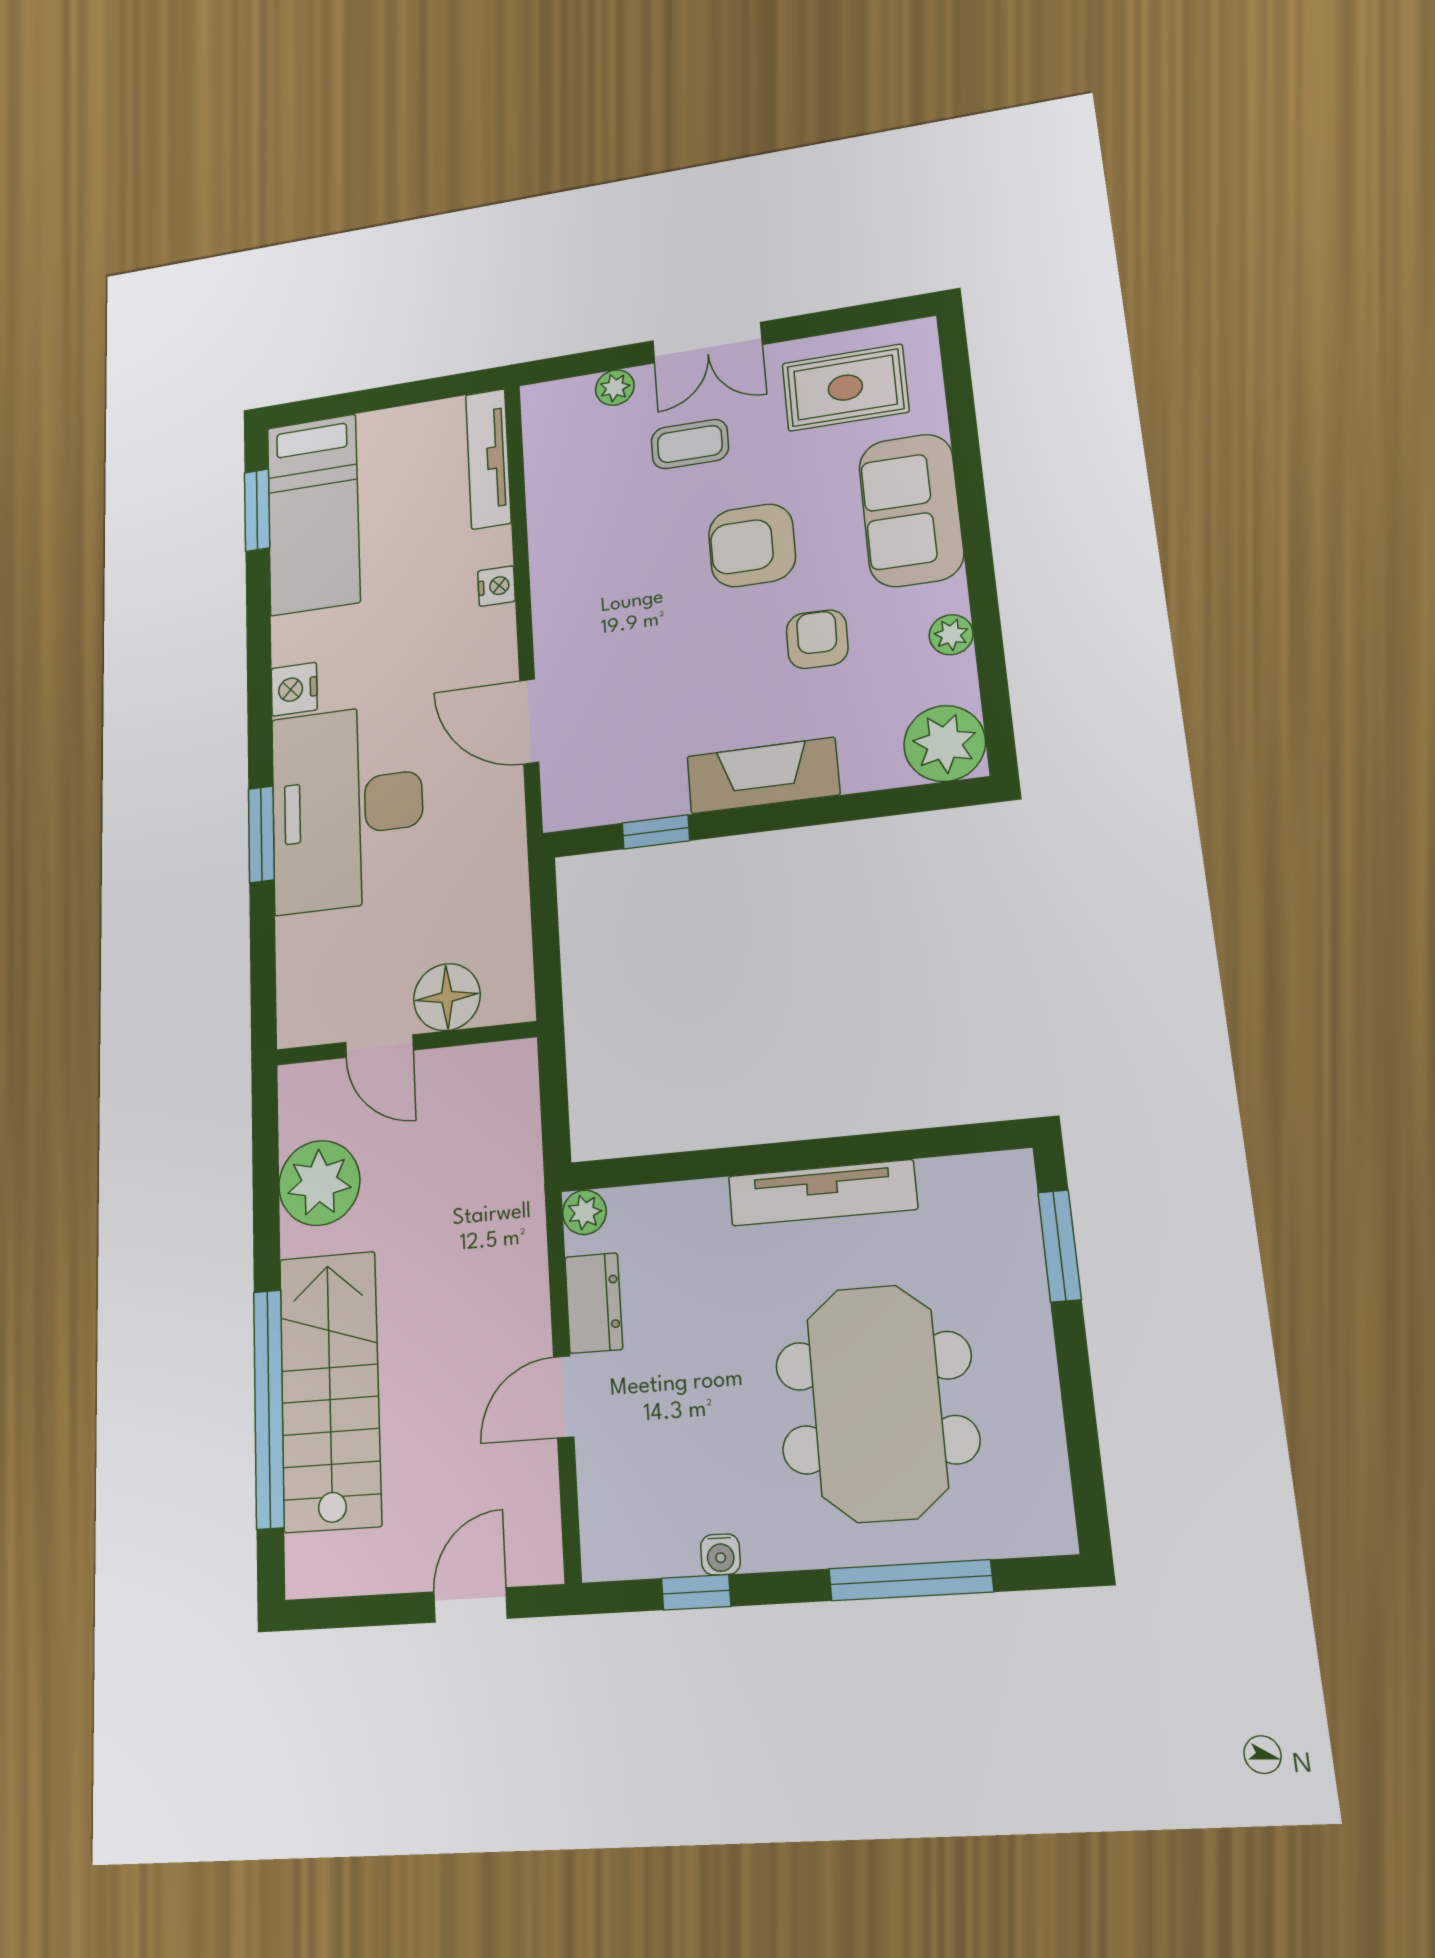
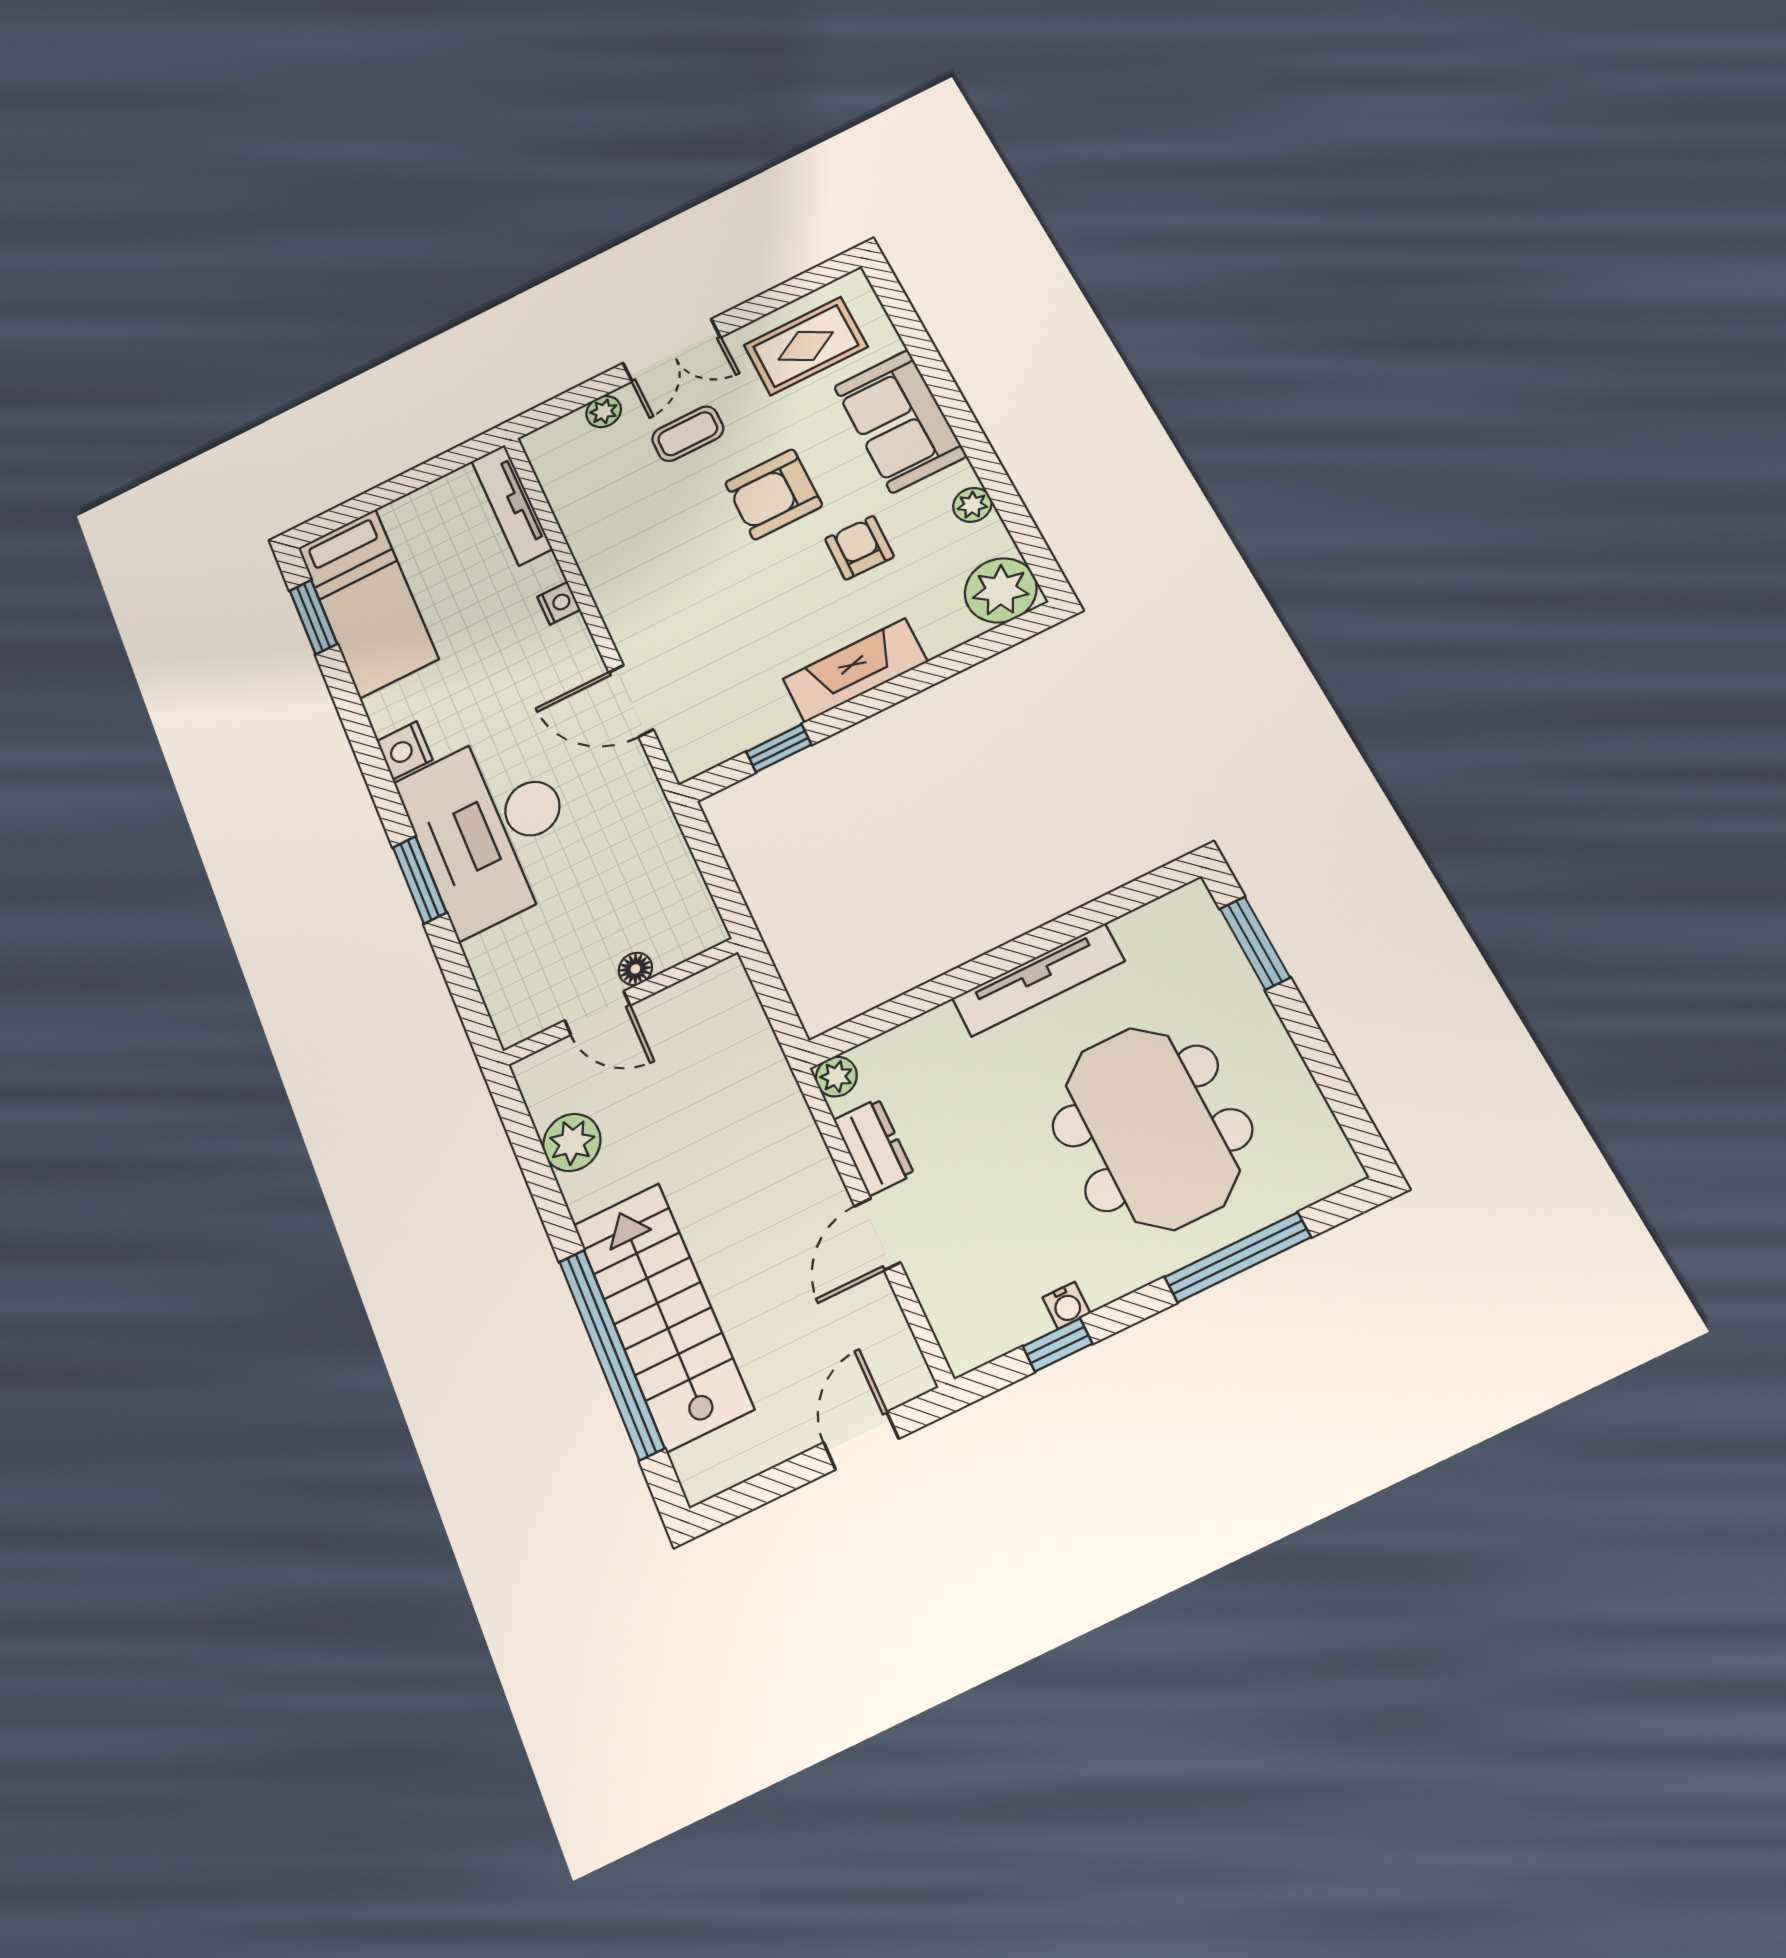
floor lamp: (447, 997) -> (635, 969), width x0.53, depth x0.53
plant: (319, 1183) -> (572, 1142), width x0.73, depth x0.73

